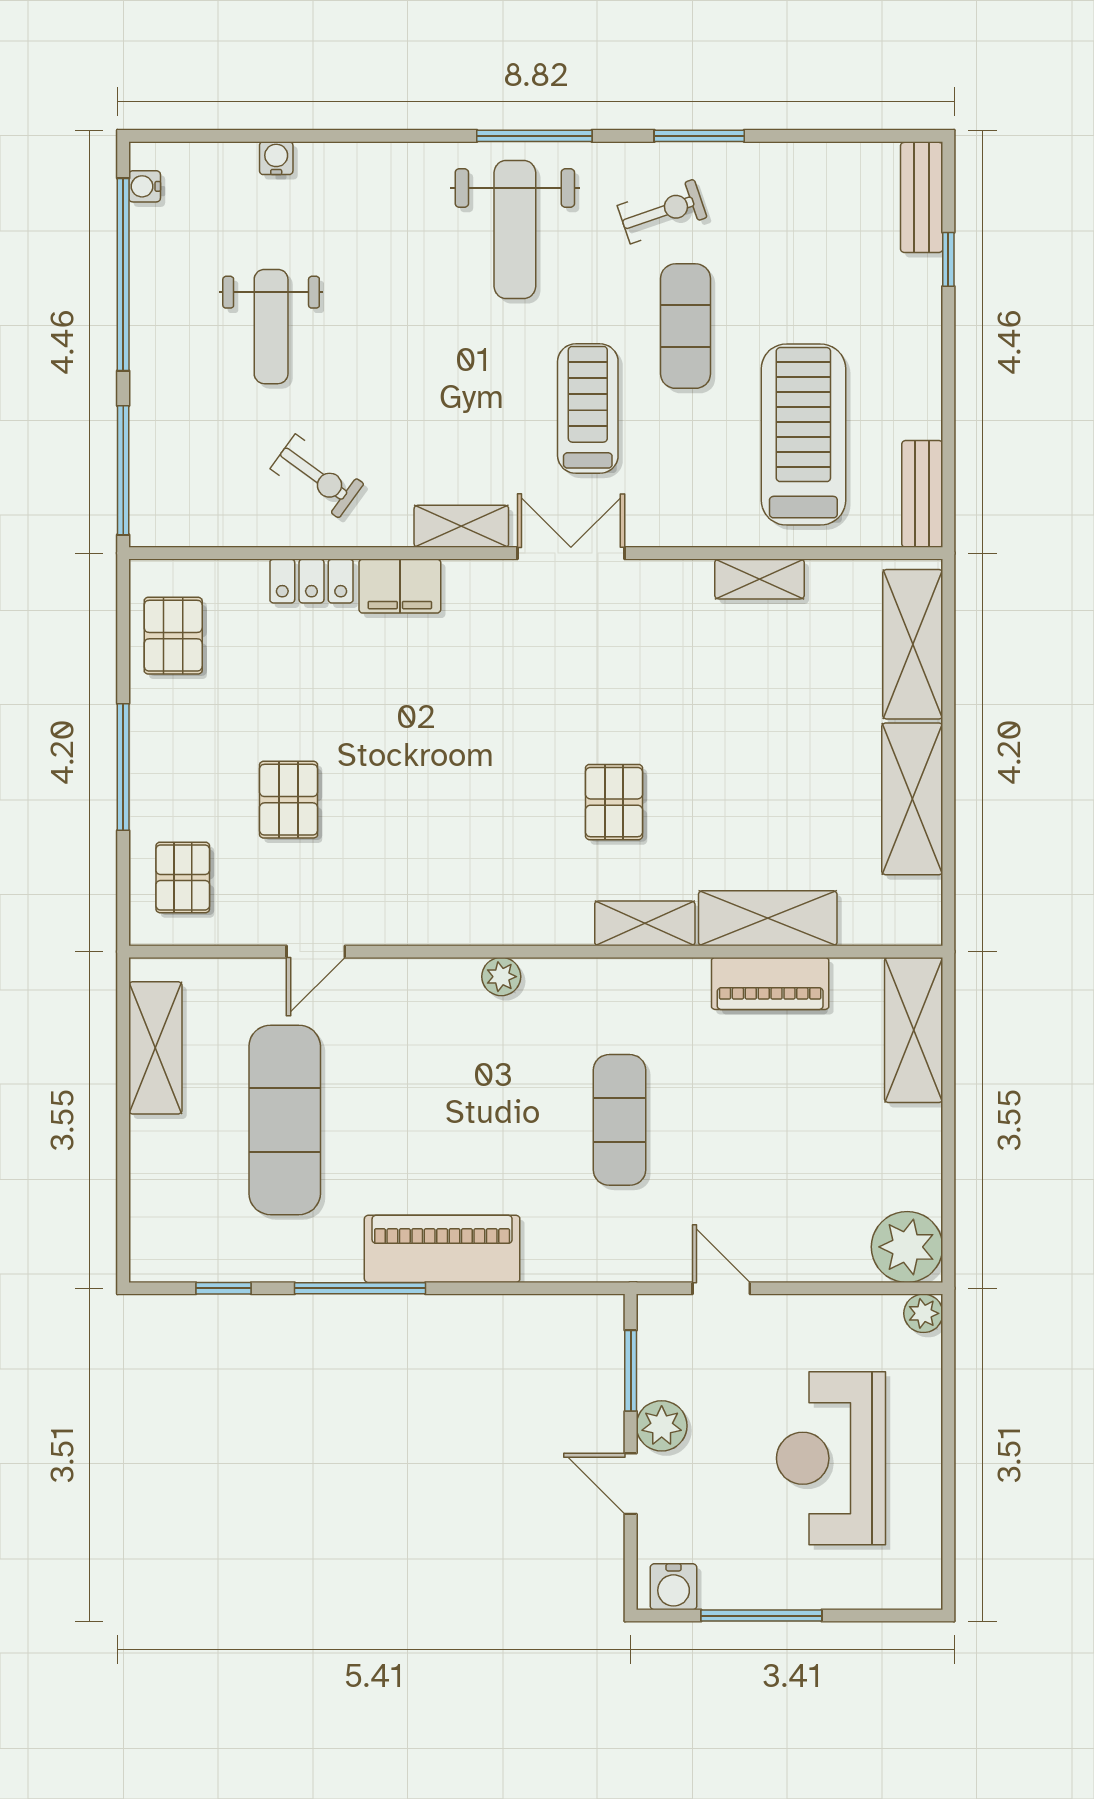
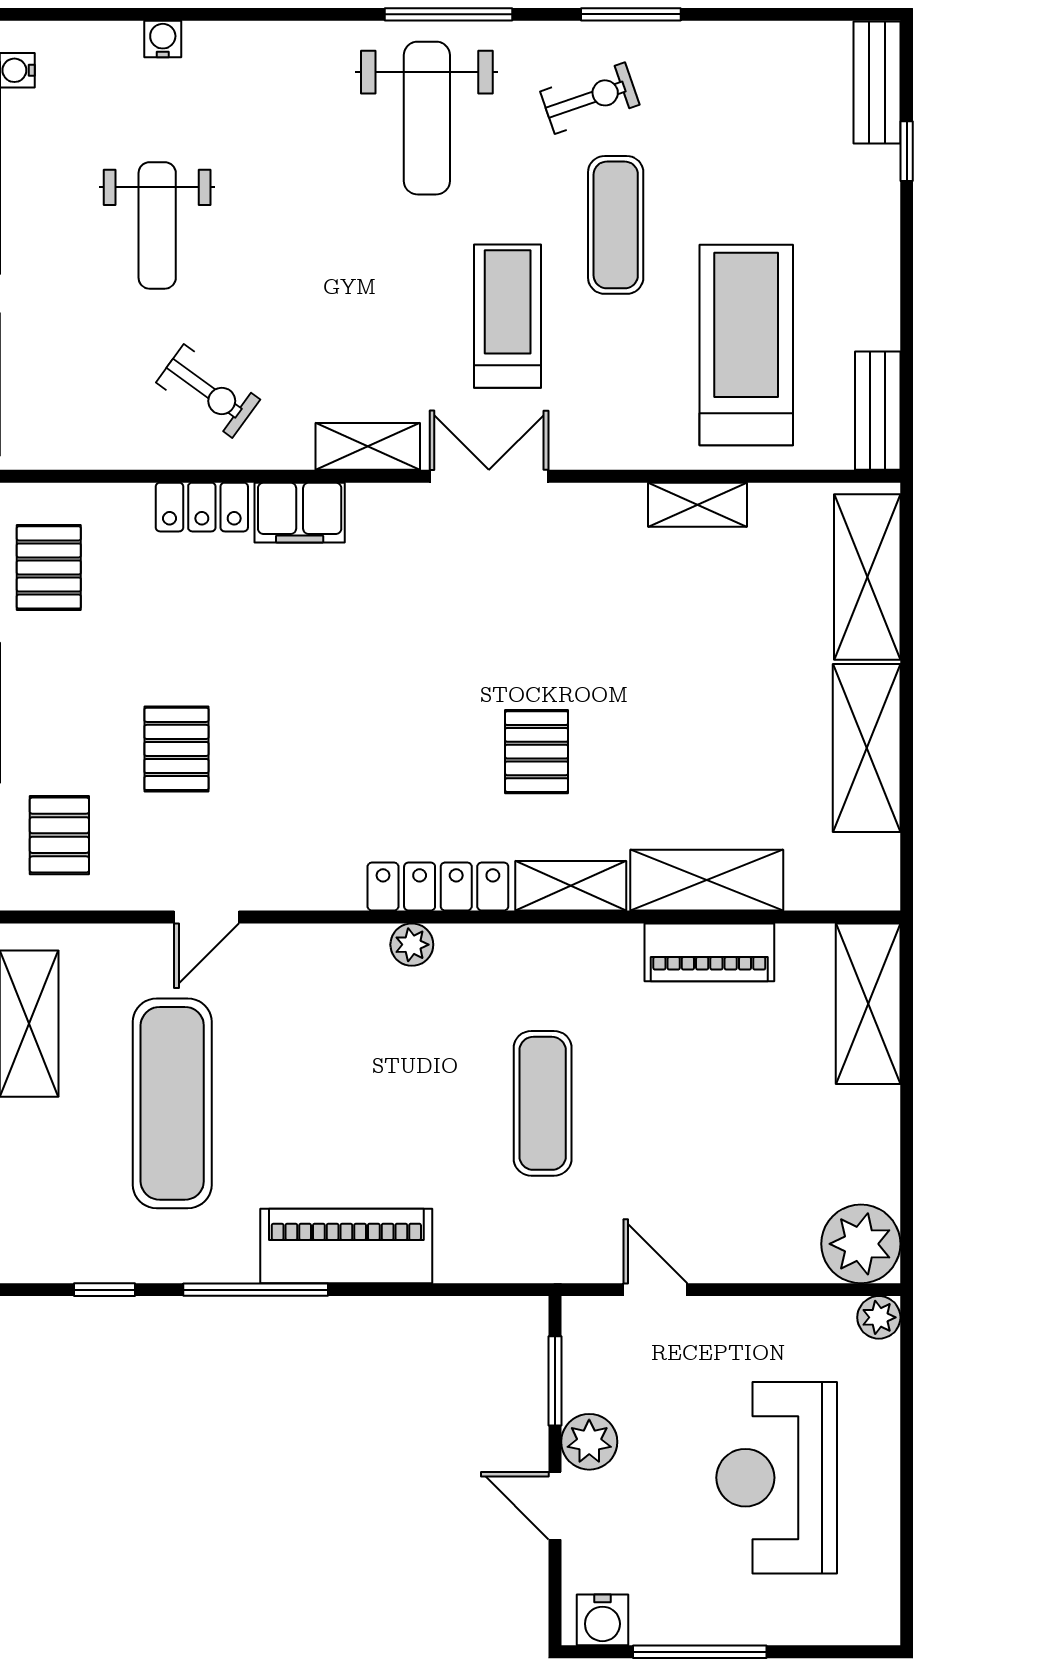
locker: (525, 924) -> (438, 887), added

